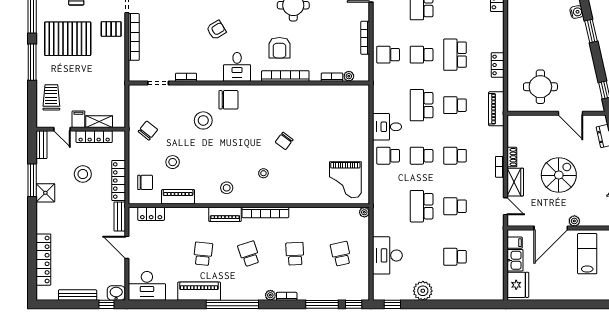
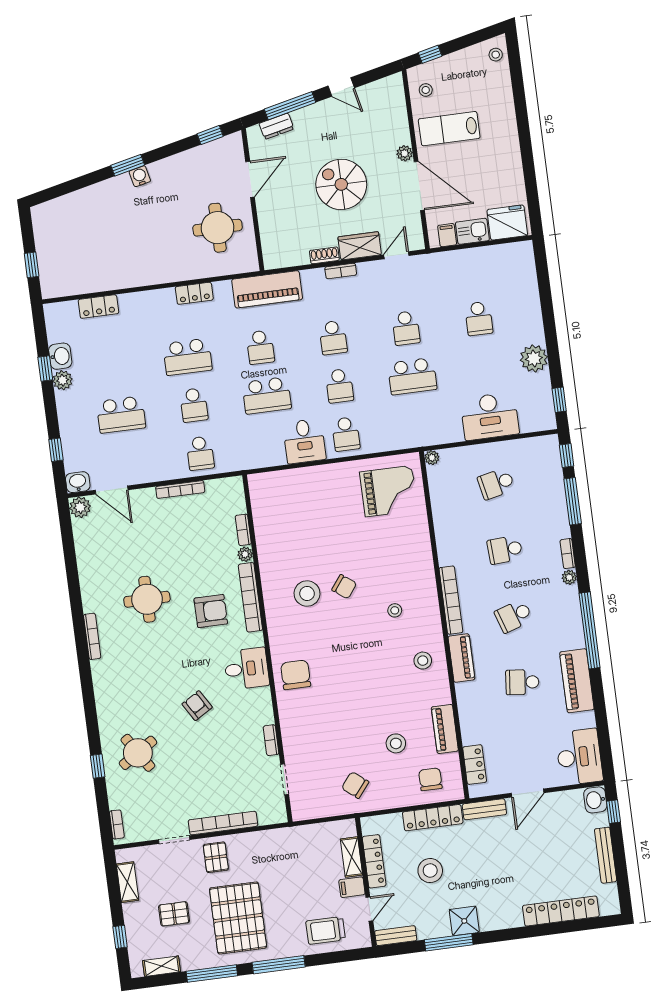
water cooler: (577, 12) -> (140, 176), moved
plant: (349, 76) -> (245, 554), moved
piano: (496, 109) -> (267, 289), width x1.37, depth x1.33
stool: (203, 120) -> (307, 593), moved

